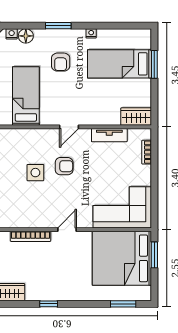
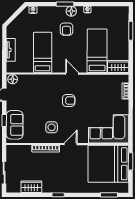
floor lamp: (26, 36) -> (71, 11), moved
bed: (119, 64) -> (97, 51), moved, turned 90
door: (69, 127) -> (72, 74), swing flipped
tv unit: (109, 135) -> (100, 79), removed
side table: (35, 173) -> (52, 127), moved

